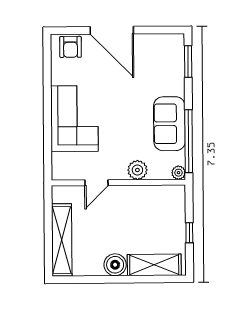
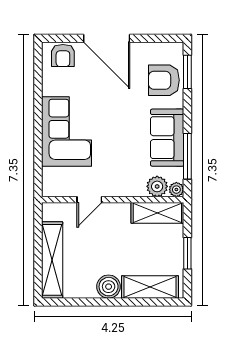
armchair: (166, 70) -> (164, 80), added
window: (189, 141) -> (187, 156), width x0.68
plant: (137, 170) -> (157, 186), moved
shelving: (161, 195) -> (157, 213), added
window: (189, 233) -> (187, 253), width x1.50

